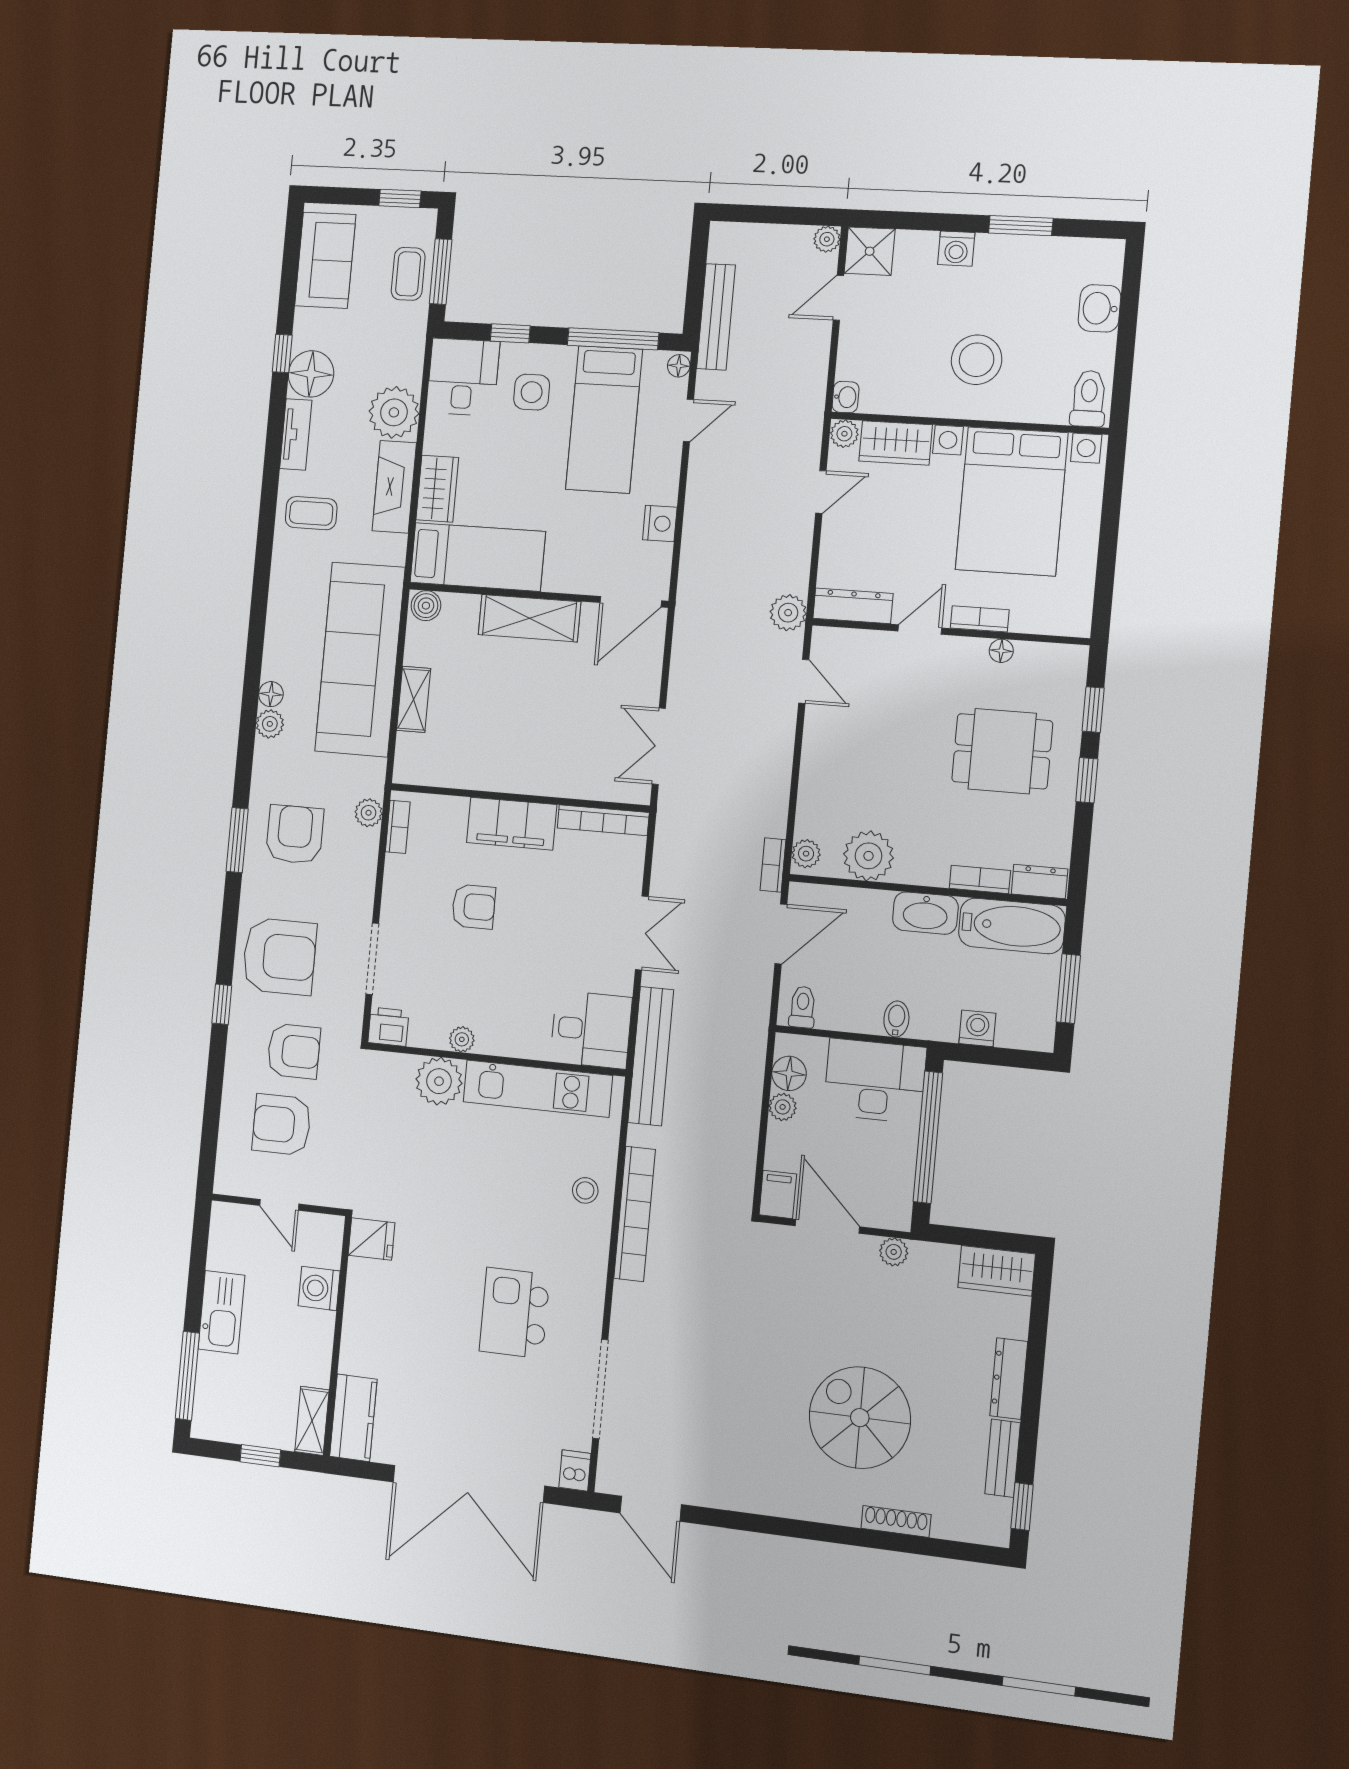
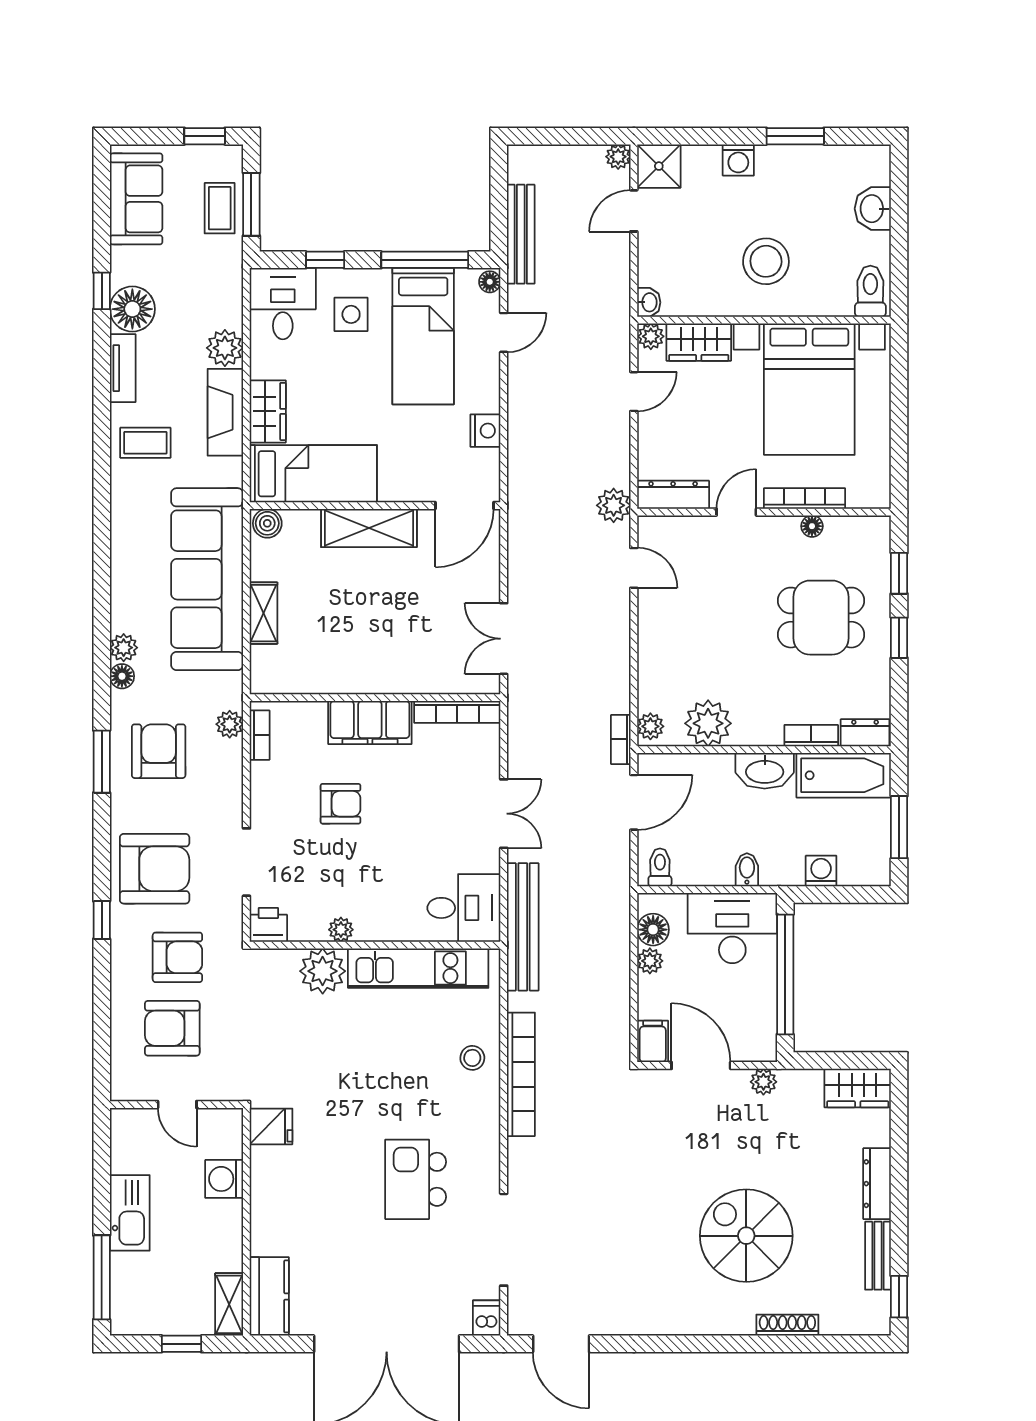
plant: (394, 412) -> (225, 348), width x0.73, depth x0.73
bookcase: (980, 619) -> (805, 498), width x1.56
floor lamp: (271, 694) -> (122, 676), moved

